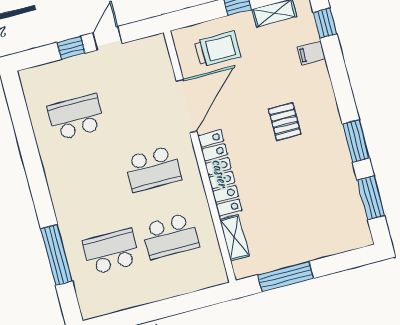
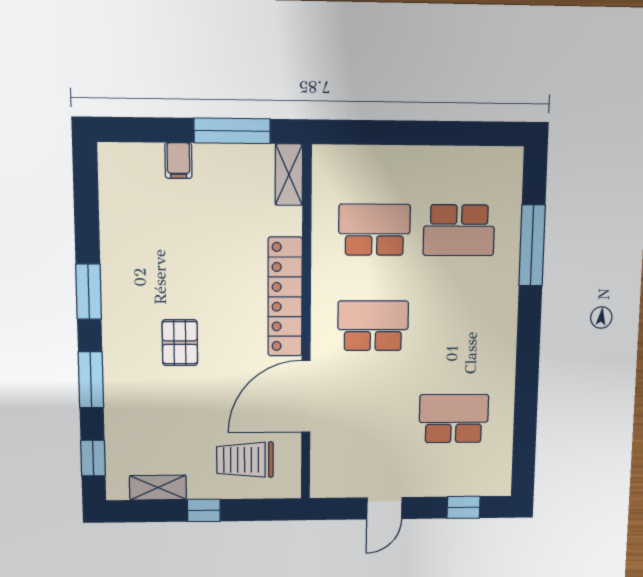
window: (71, 48) -> (464, 507), moved
filing cabinet: (311, 53) -> (178, 161), moved, turned 90
school desk: (76, 117) -> (454, 419), turned 180
window: (371, 198) -> (91, 380), moved
shelving: (234, 238) -> (289, 175), moved

